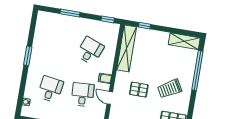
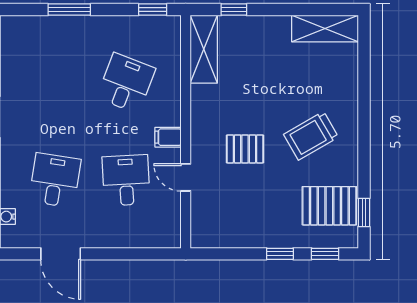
shelving: (127, 48) -> (204, 49), width x0.68
window: (197, 71) -> (364, 87), removed

